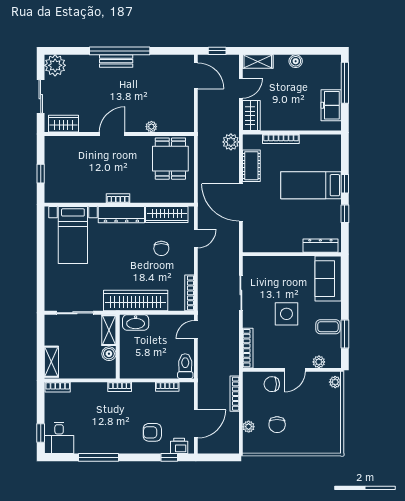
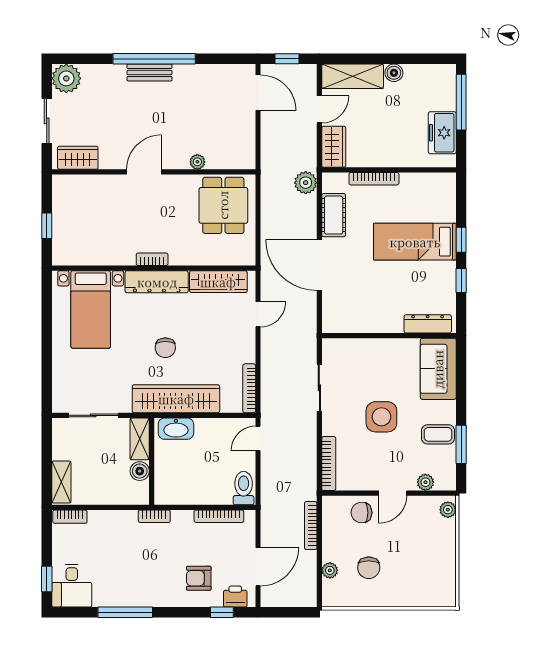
shelving: (258, 62) -> (353, 76), width x1.50, depth x1.33
chair: (161, 248) -> (165, 348), moved
bookcase: (167, 387) -> (219, 516), width x1.56

